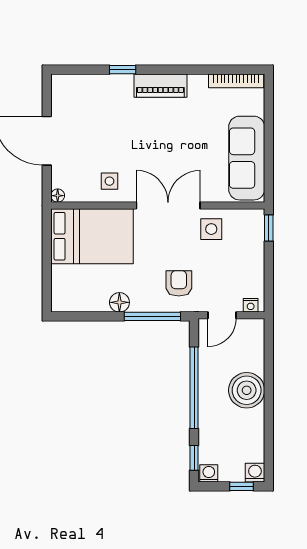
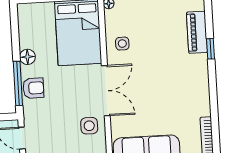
piano: (160, 86) -> (197, 32), moved
armchair: (179, 283) -> (33, 88), moved

